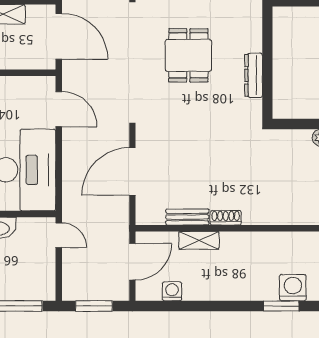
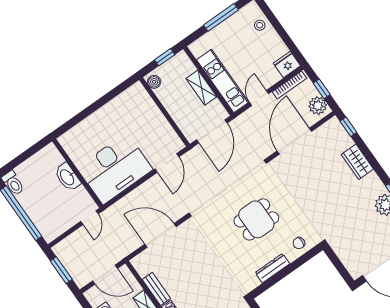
chair: (247, 27) -> (299, 243), added

